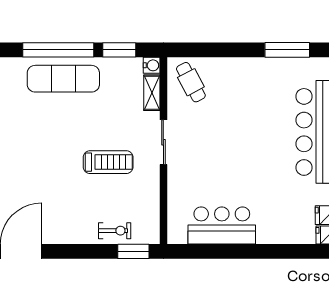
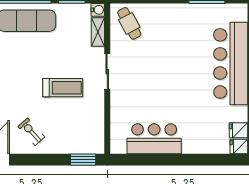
exercise bike: (115, 231) -> (31, 132), moved, turned -132

